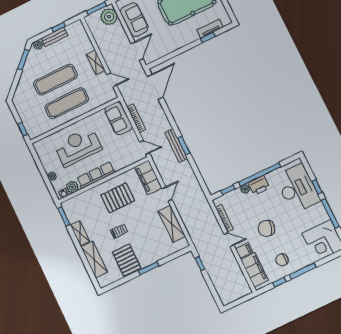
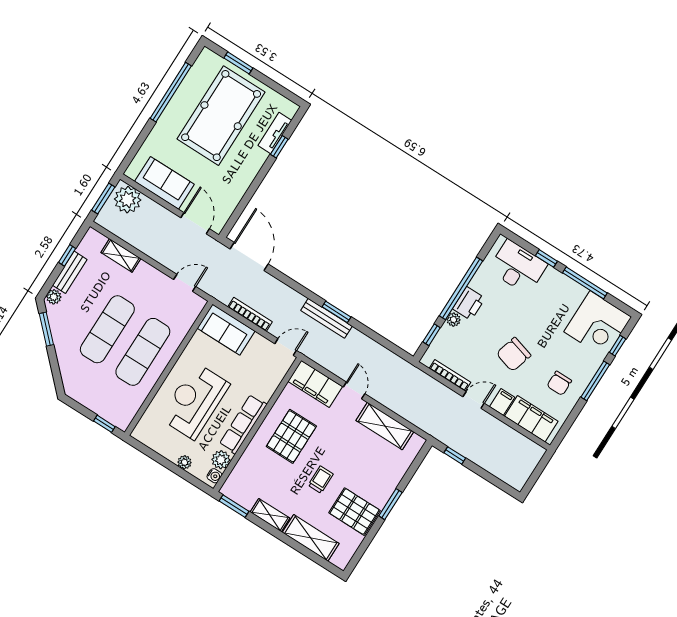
shelving: (96, 62) -> (121, 255), moved
desk: (297, 189) -> (518, 267), width x0.73, depth x0.77
window: (279, 282) -> (618, 346), moved

